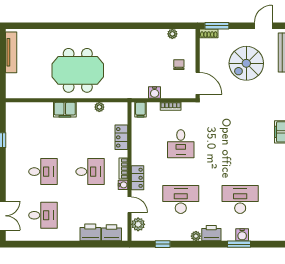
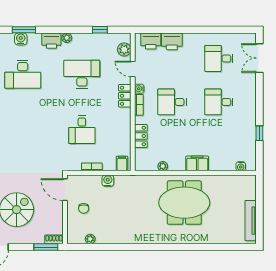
water cooler: (21, 107) -> (241, 166), added
desk: (181, 144) -> (82, 130), turned 180
desk: (181, 199) -> (82, 74), turned 180

